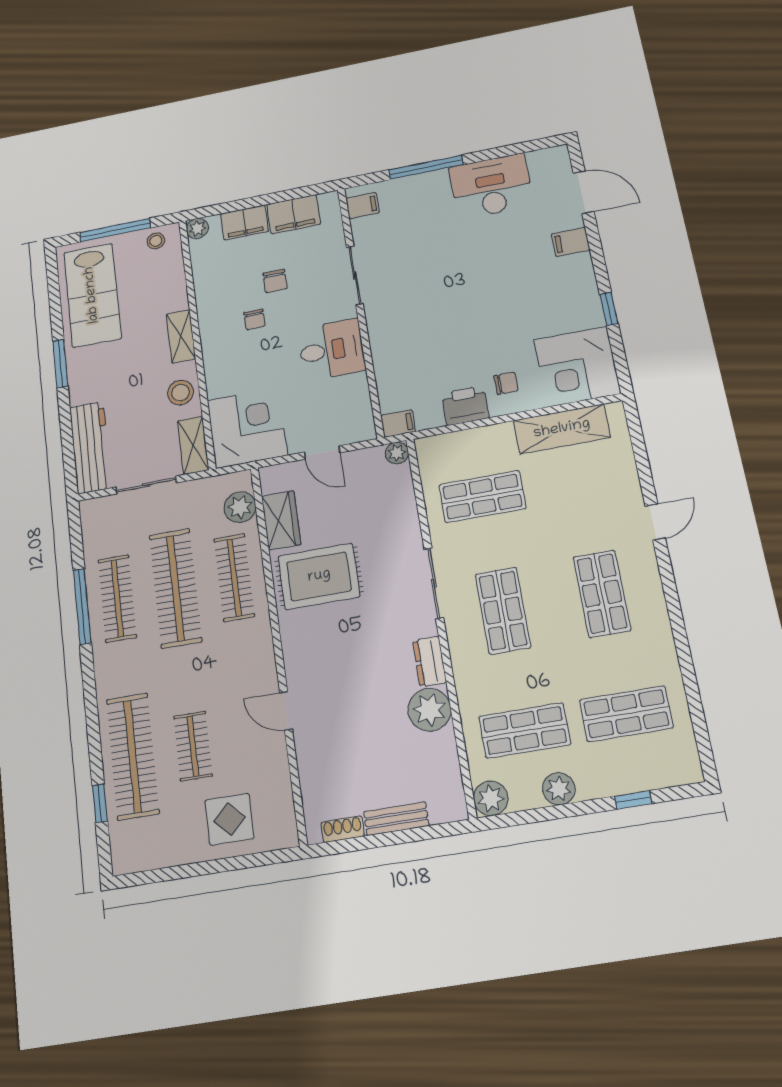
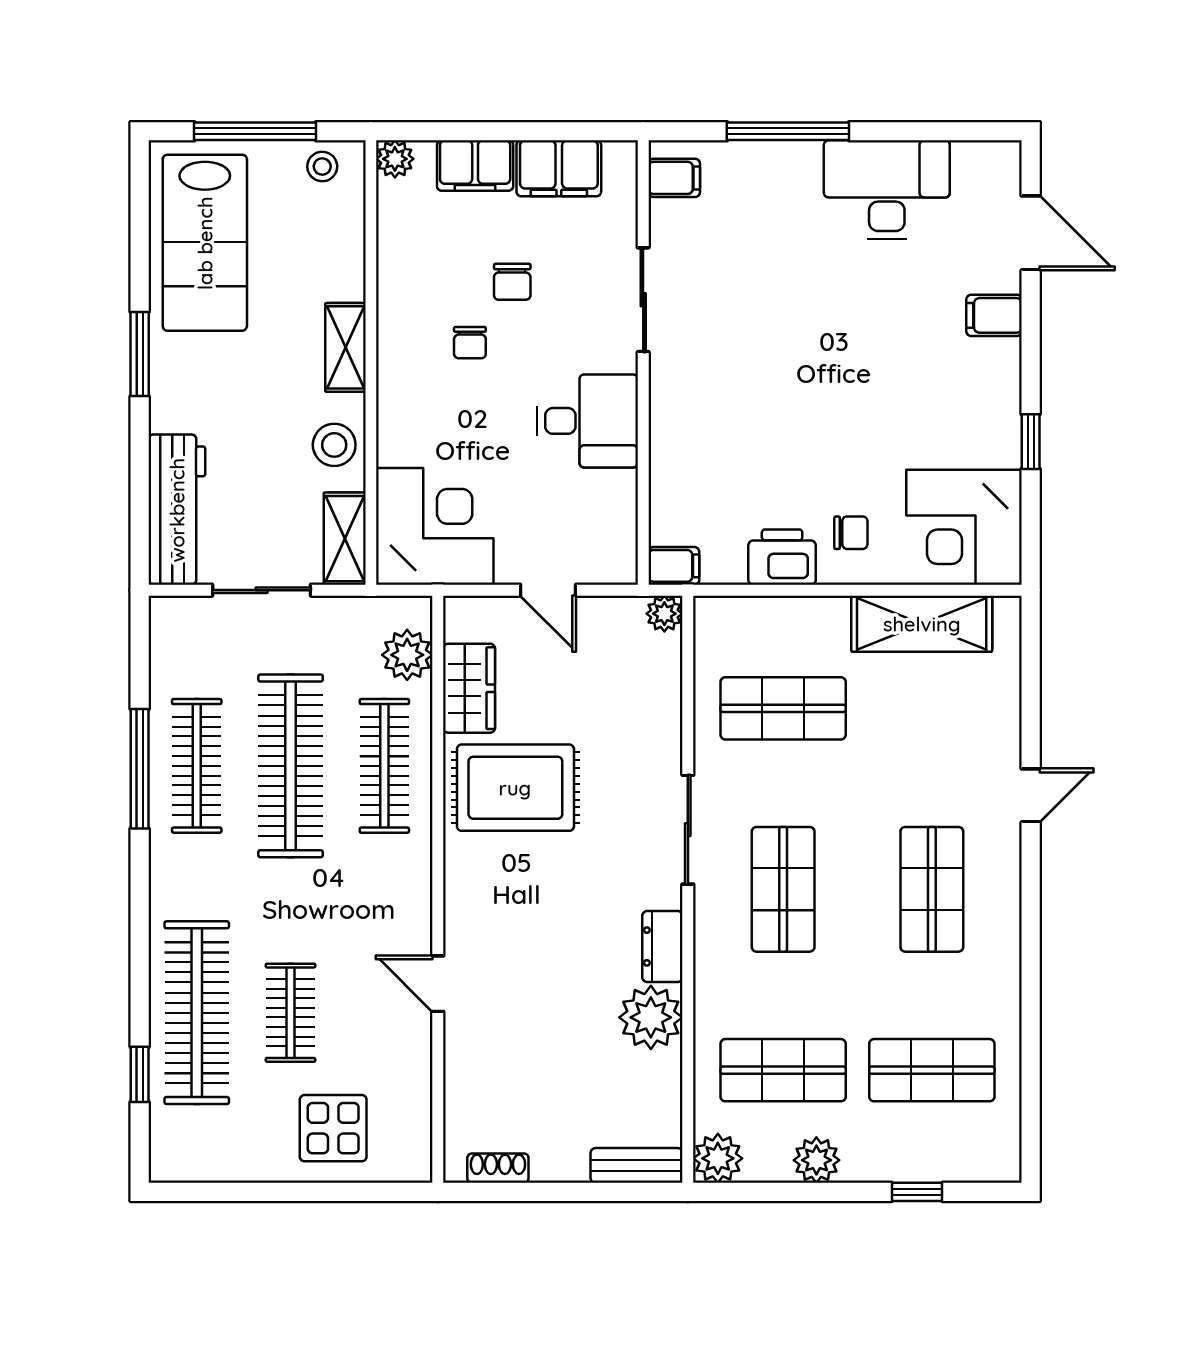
bench: (396, 819) -> (637, 1165), moved

